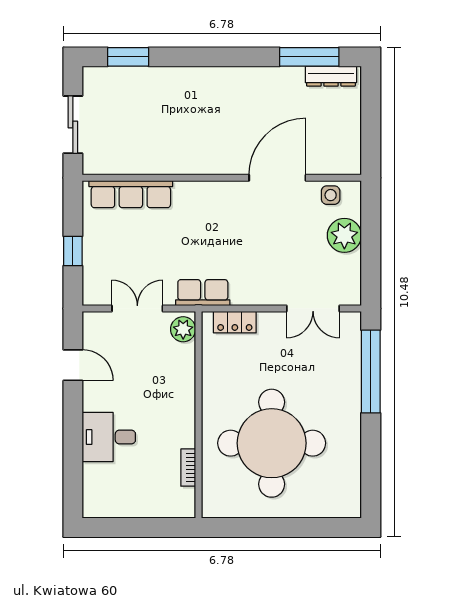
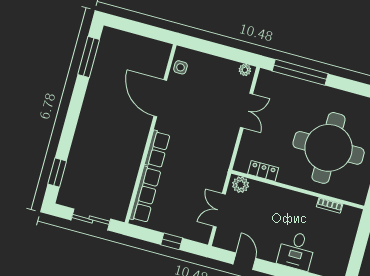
dresser: (331, 76) -> (105, 46), removed
plant: (344, 235) -> (245, 70), moved, width x0.53, depth x0.53
row of seats: (203, 293) -> (157, 149), moved, turned 180
double door: (313, 308) -> (246, 111), moved
locker: (235, 322) -> (263, 171), moved, turned -90
door: (73, 365) -> (244, 261), hinge flipped

